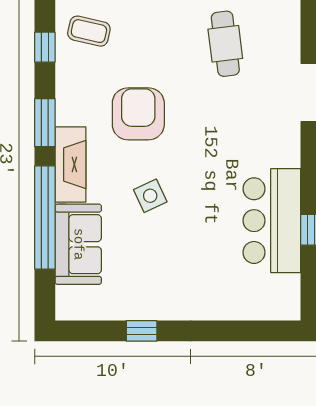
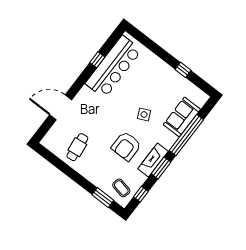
fireplace: (70, 165) -> (153, 160), moved
bar counter: (272, 221) -> (113, 67), width x1.36

